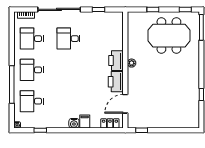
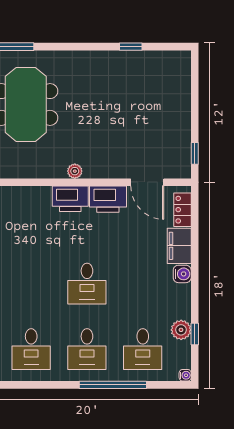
desk: (69, 39) -> (87, 284), moved
filing cabinet: (85, 122) -> (179, 246), width x2.00
plant: (43, 123) -> (181, 330), added

